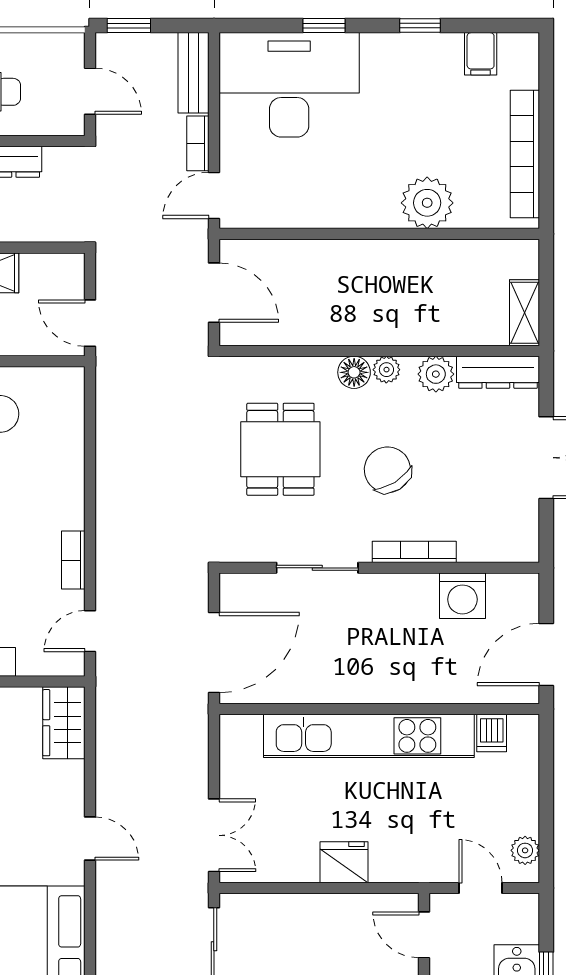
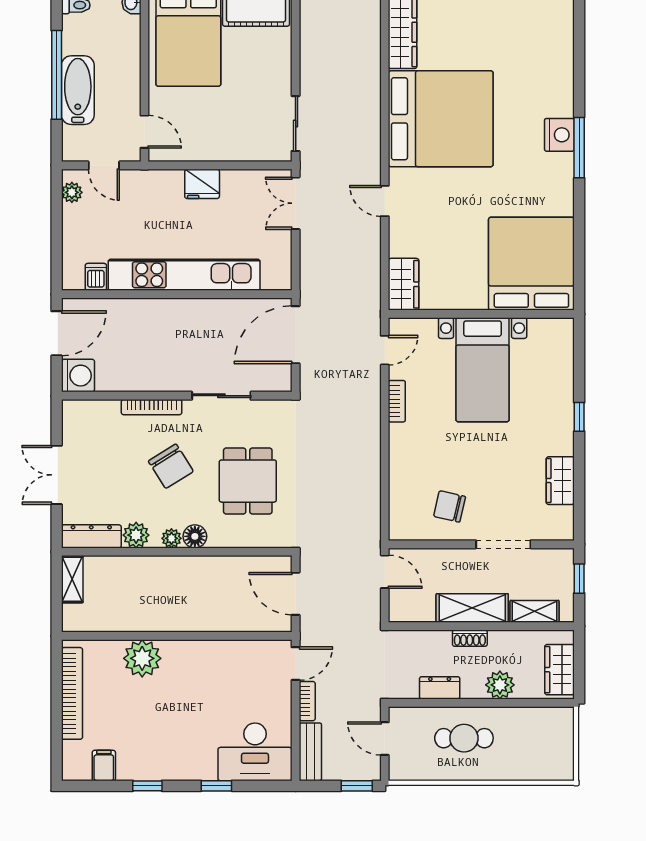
desk: (289, 85) -> (255, 752), width x0.73, depth x0.77
washing machine: (462, 596) -> (78, 376), moved, turned 90

